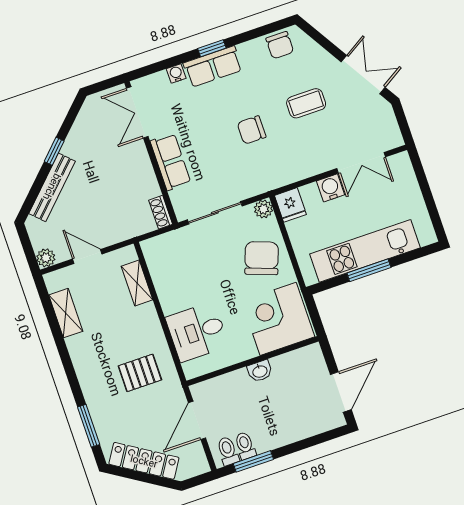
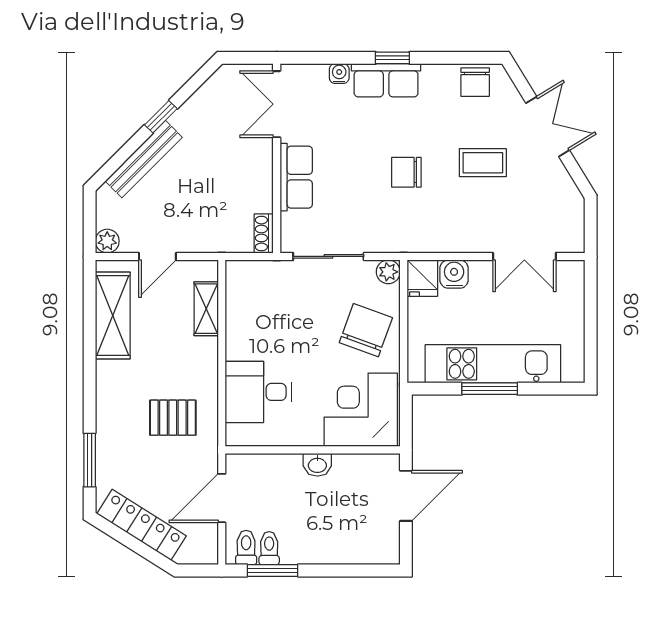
double door: (363, 75) -> (548, 127), moved
water cooler: (330, 188) -> (454, 274), moved
door: (87, 256) -> (157, 256), swing flipped
shelving: (66, 313) -> (113, 315), width x1.50, depth x1.33
door: (341, 392) -> (406, 496), moved

